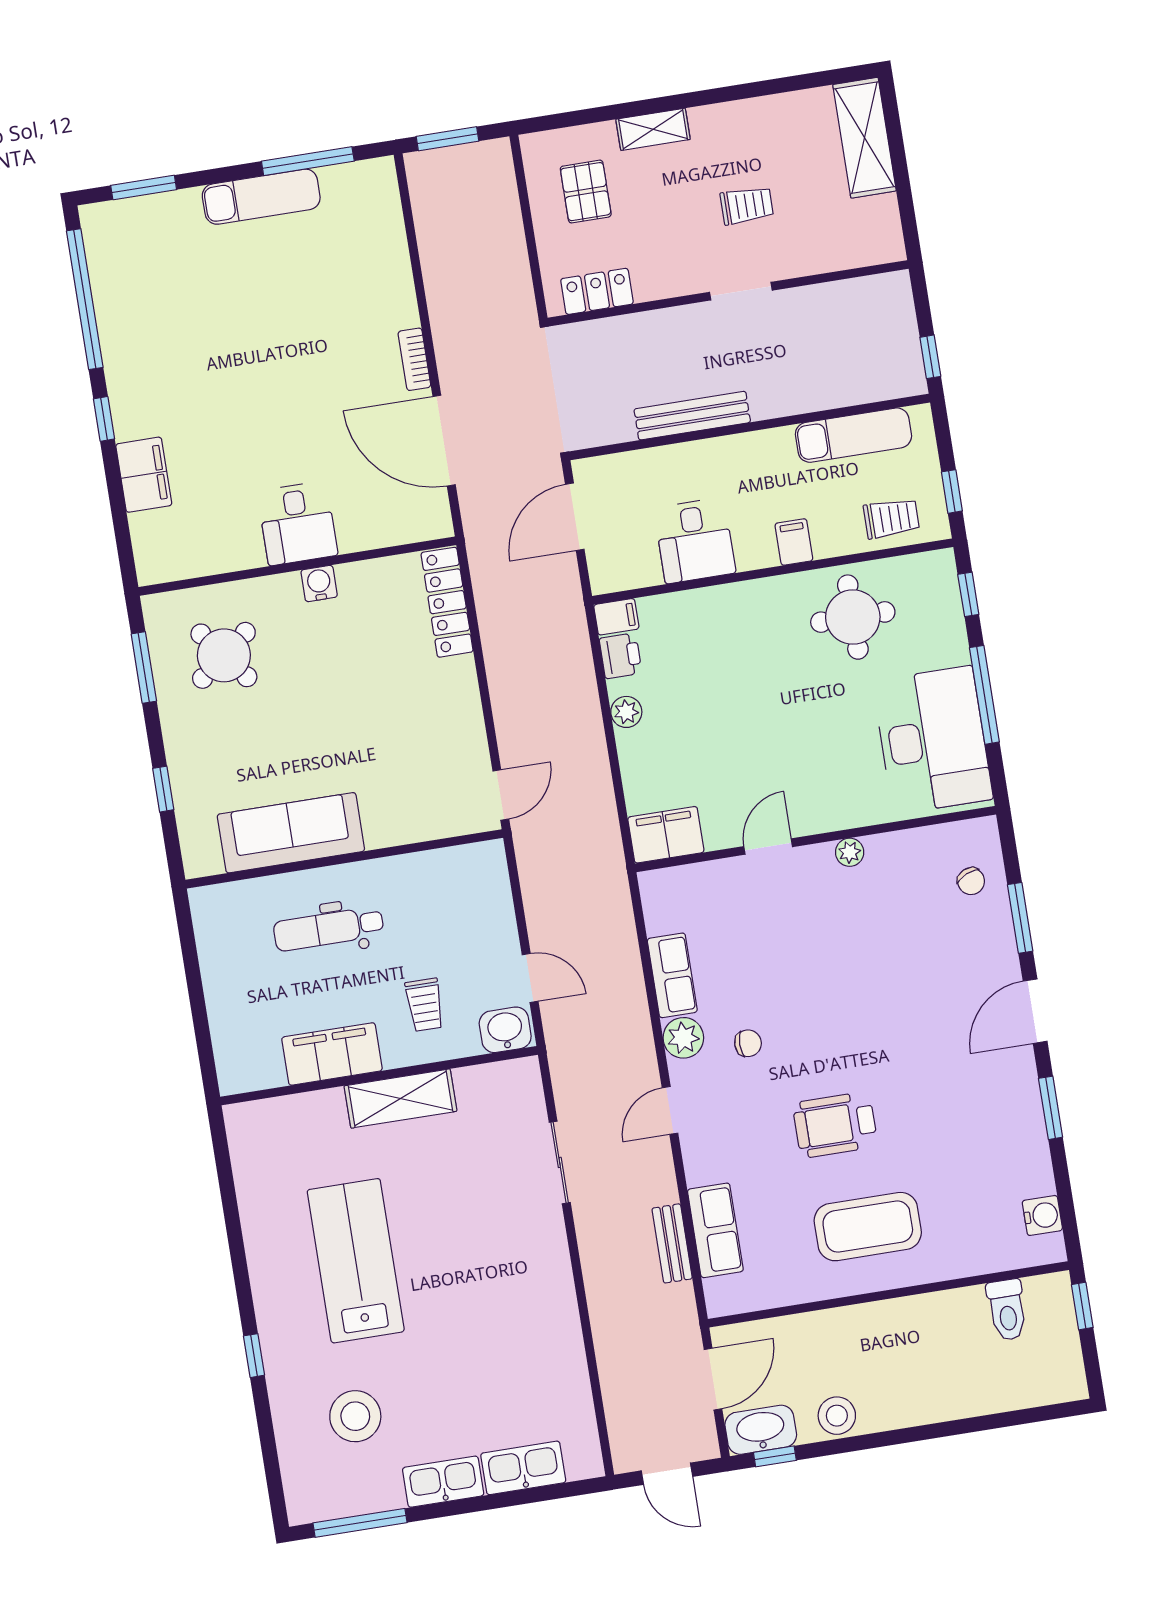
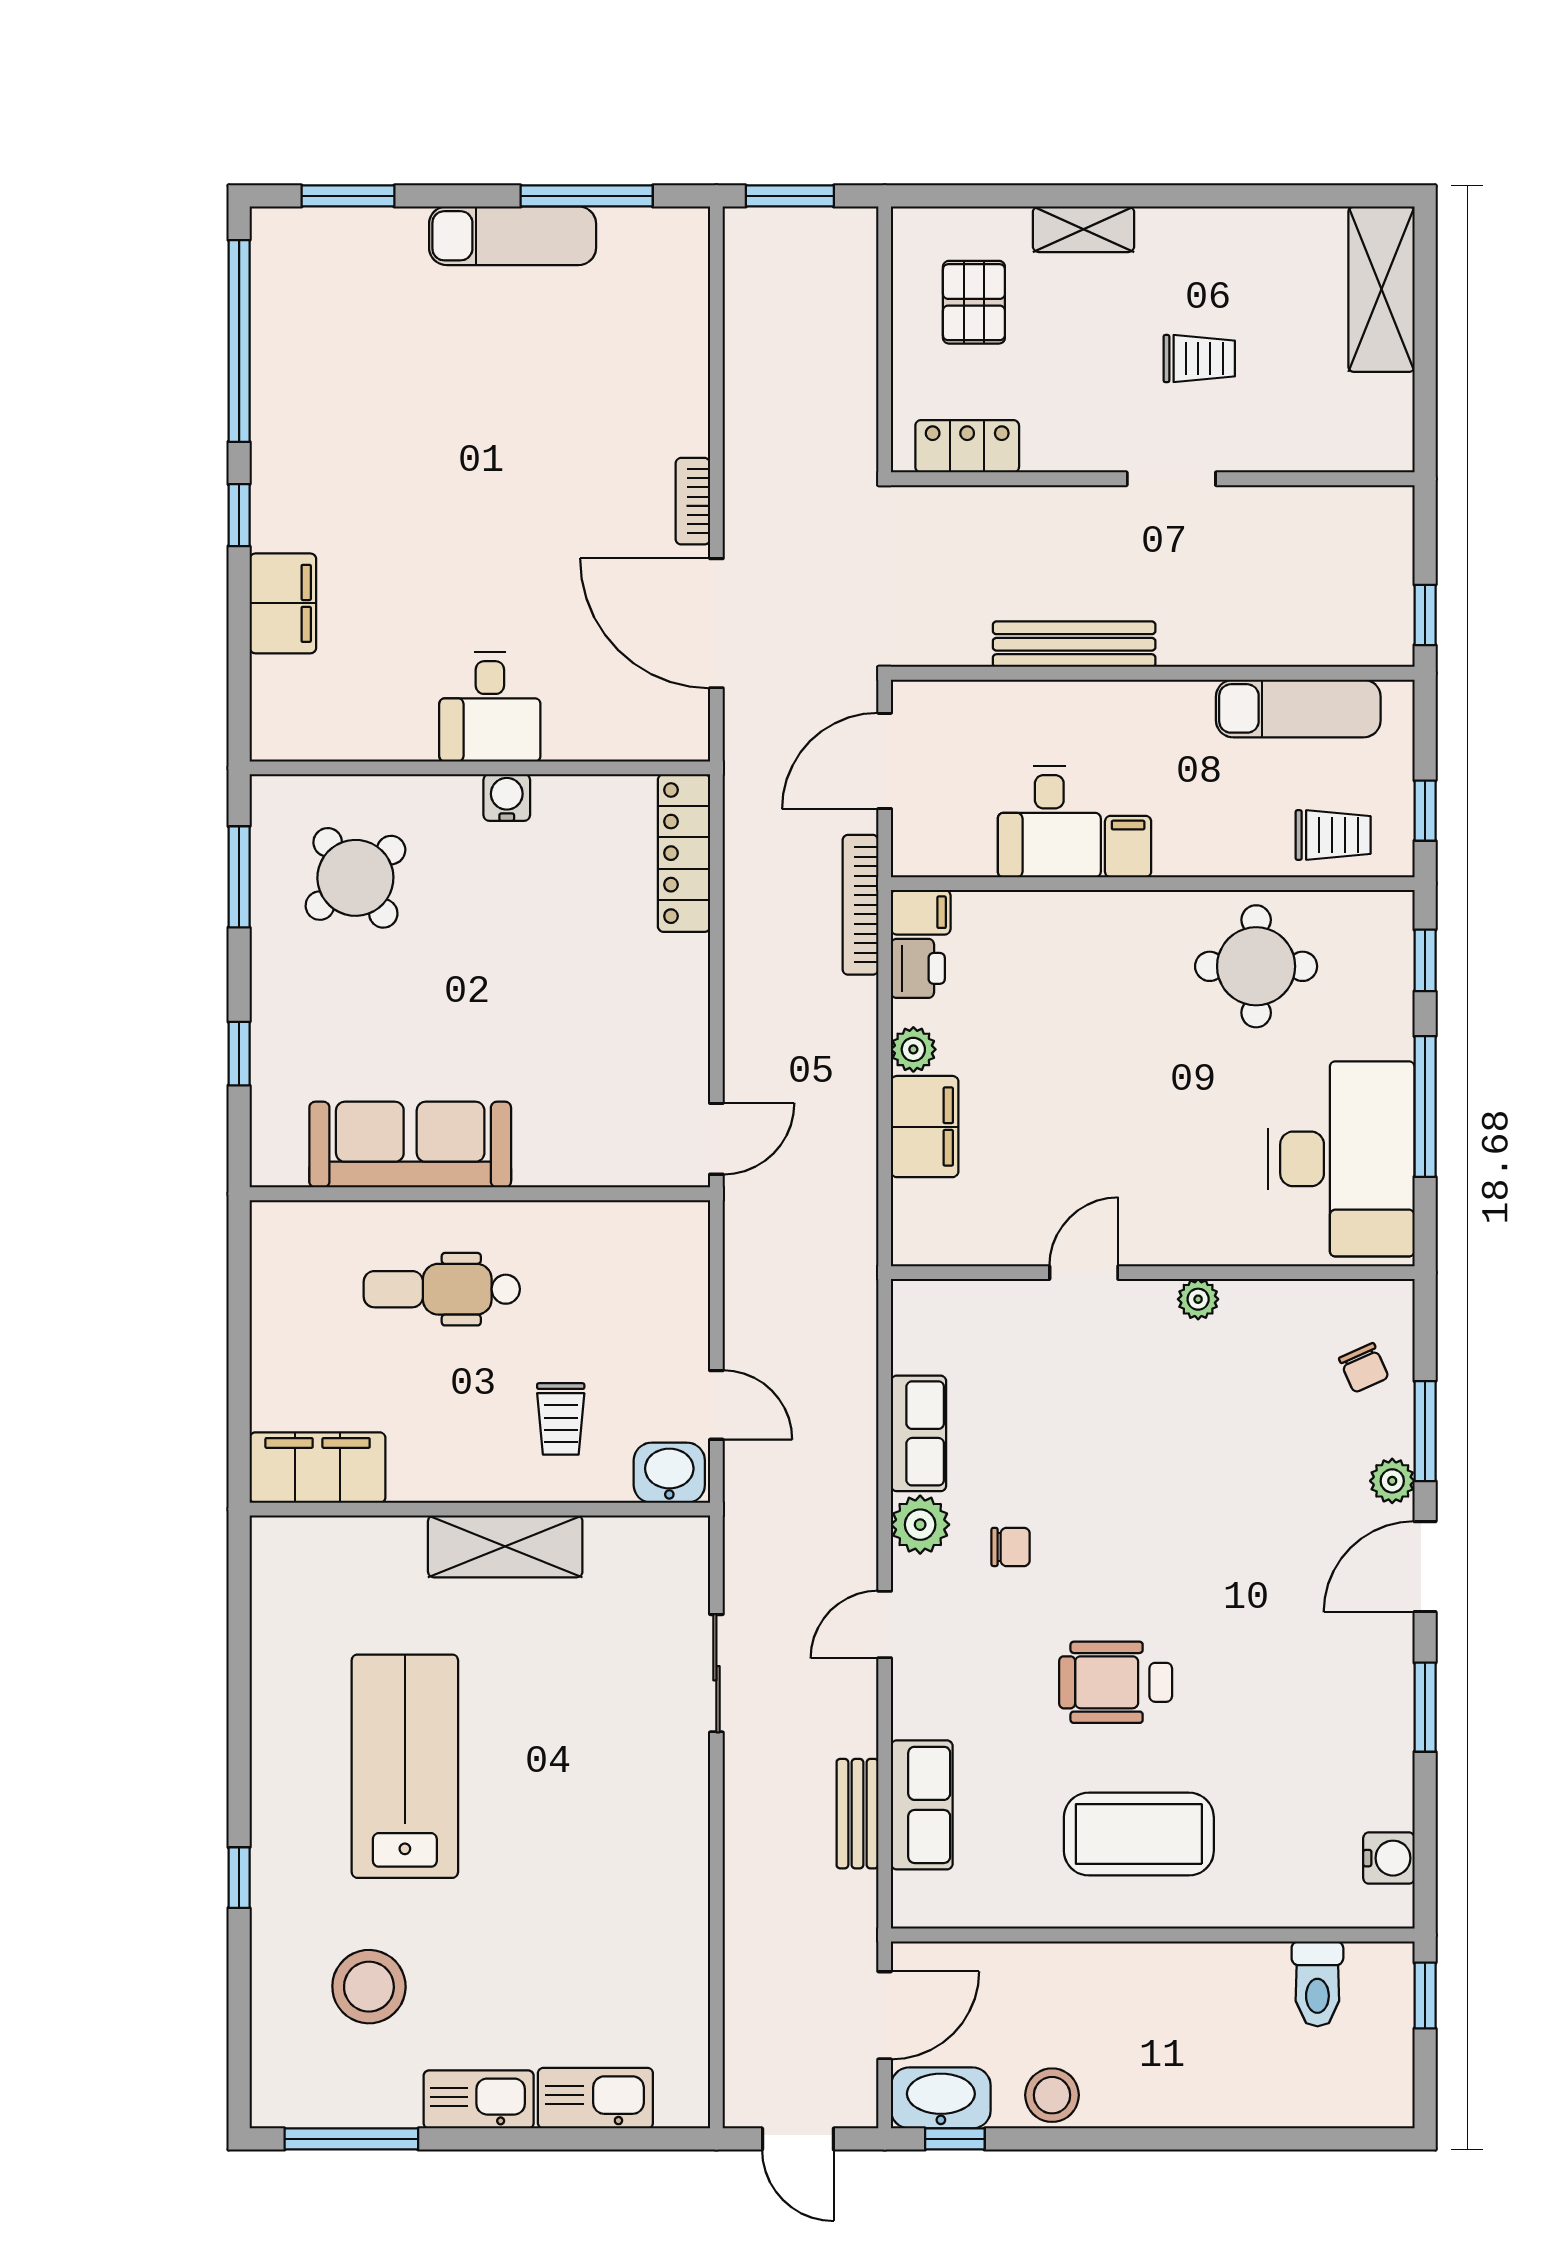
filing cabinet: (794, 542) -> (1128, 847), moved
bookcase: (574, 618) -> (860, 905), added
filing cabinet: (666, 835) -> (925, 1127), moved, turned 90
plant: (1003, 956) -> (1392, 1481), added
filing cabinet: (332, 1054) -> (318, 1468), moved

